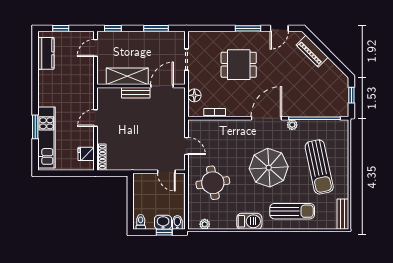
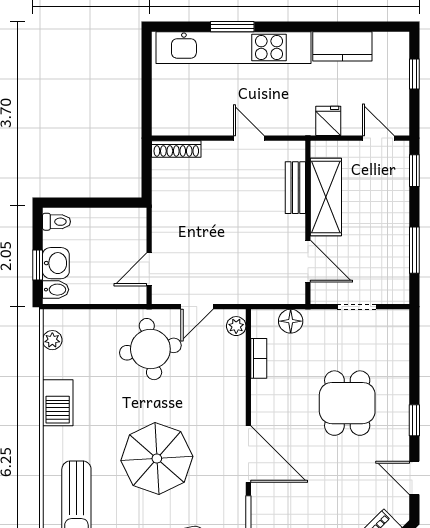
window: (248, 28) -> (414, 420), width x0.67
kitchen counter: (46, 53) -> (342, 46), moved
bench: (136, 93) -> (295, 188), moved
plant: (292, 125) -> (236, 326), moved
kitchen unit: (46, 137) -> (233, 48), width x1.36
fridge: (86, 154) -> (328, 121), moved
round table: (213, 183) -> (150, 349), moved
barbecue: (249, 221) -> (58, 403), moved

